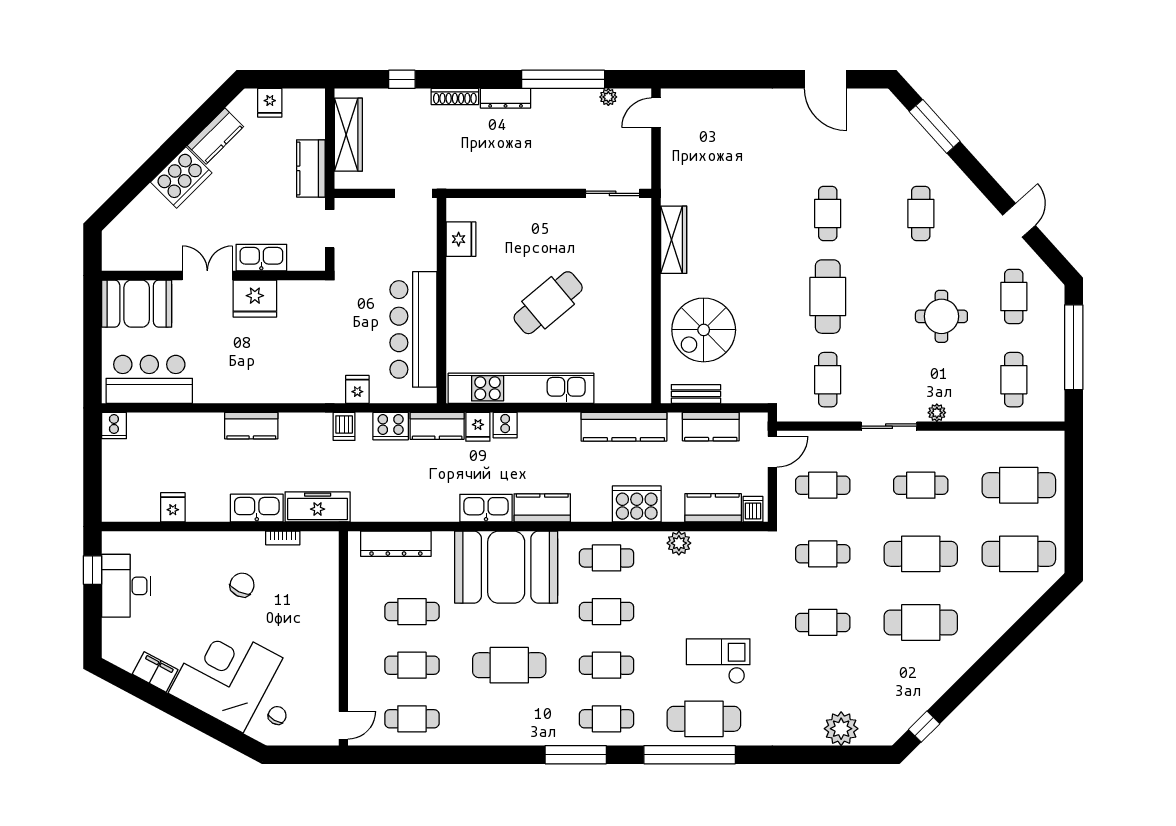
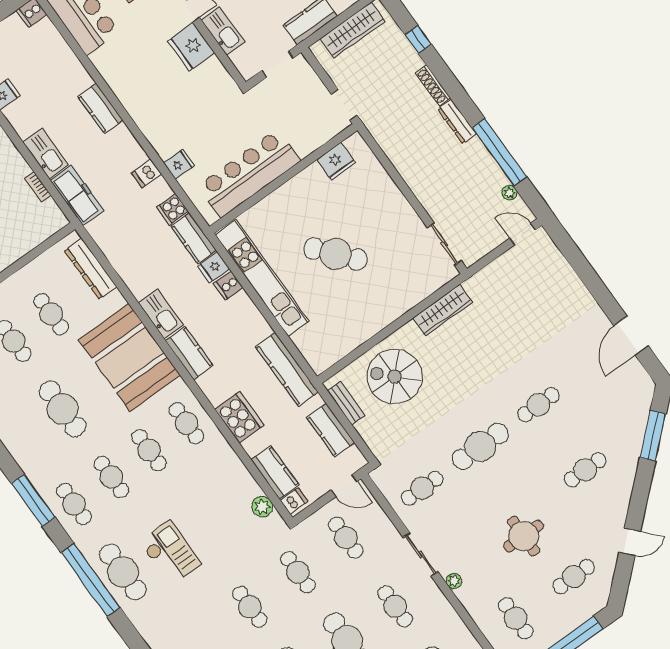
cafe table: (1014, 380) -> (516, 618), turned 90
cooker: (391, 426) -> (172, 209), width x0.73
plant: (679, 543) -> (262, 507), moved

